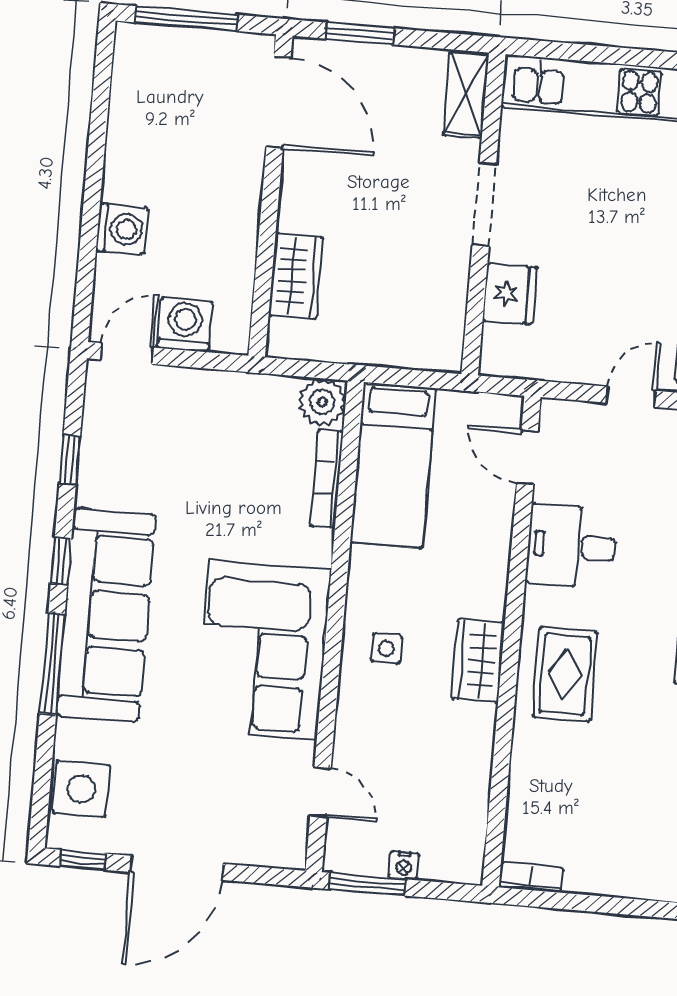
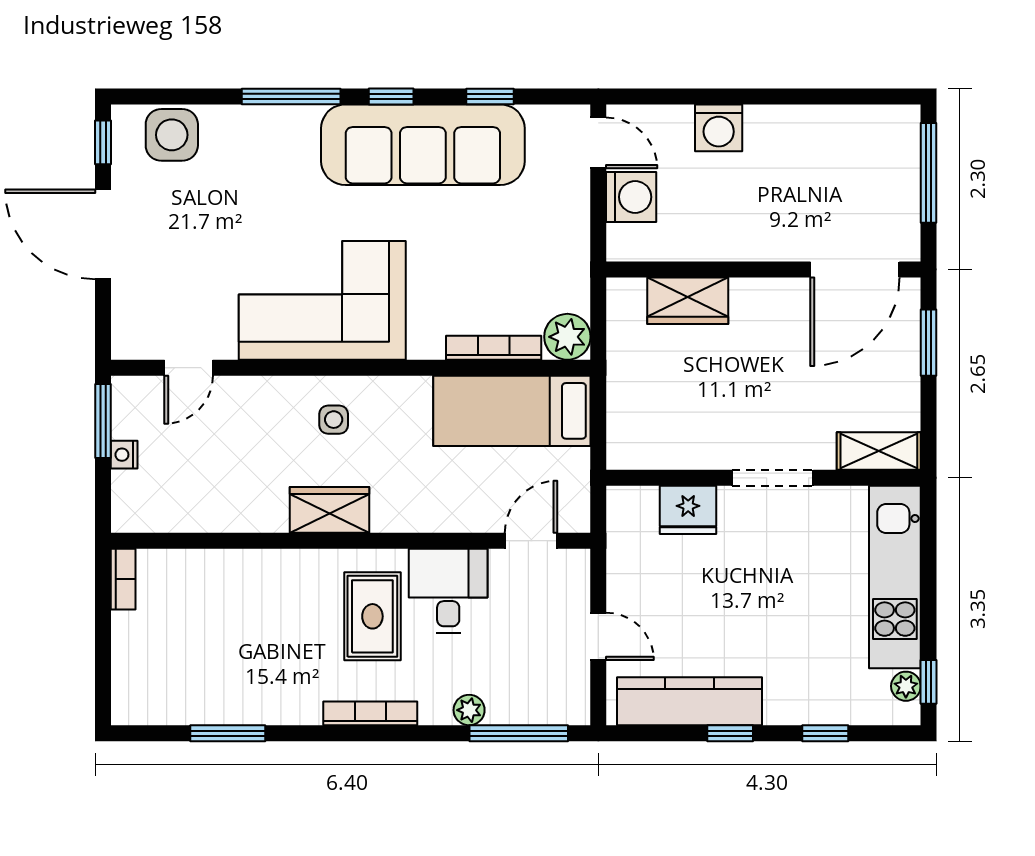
sofa: (106, 615) -> (423, 145), moved
rug: (565, 674) -> (372, 616), moved, turned 90

